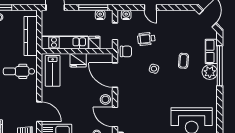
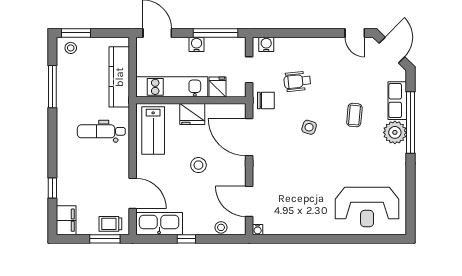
door: (150, 7) -> (355, 33), moved
water cooler: (100, 15) -> (197, 44), moved
stool: (105, 99) -> (198, 165), moved

